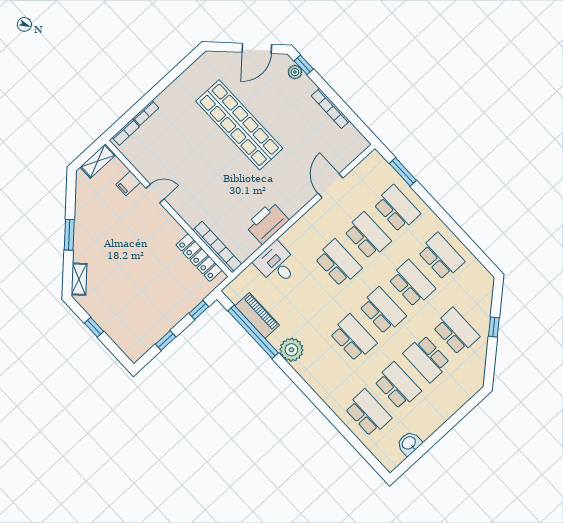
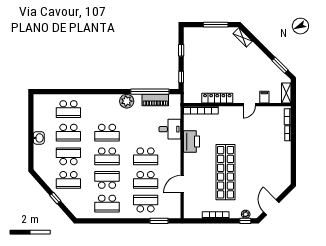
shop shelf: (239, 125) -> (226, 172), moved, turned 90
door: (330, 186) -> (182, 184), swing flipped
school desk: (397, 209) -> (146, 204), turned 180
window: (69, 235) -> (280, 65), moved
locker: (199, 258) -> (217, 98), moved
school desk: (412, 284) -> (107, 180), turned 180
window: (94, 327) -> (216, 25), width x2.17
washbasin: (409, 443) -> (39, 138), moved

